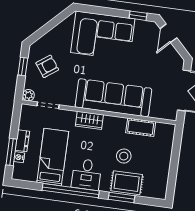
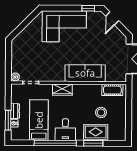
armchair: (47, 66) -> (26, 54), removed
window: (23, 67) -> (9, 56), removed
sofa: (114, 98) -> (85, 73), width x0.74, depth x0.79
cot: (141, 127) -> (112, 90), moved
stool: (124, 156) -> (101, 112), moved

